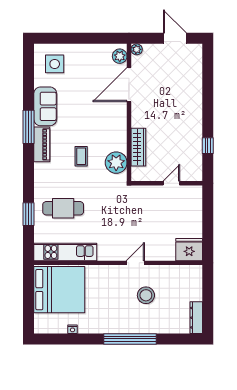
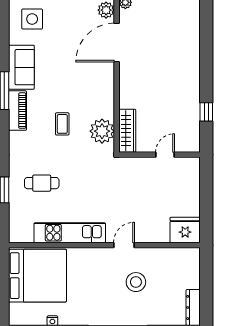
wardrobe: (138, 147) -> (127, 131), moved
cafe table: (63, 208) -> (42, 183), width x0.73, depth x0.74
kitchen unit: (65, 252) -> (70, 233), moved

